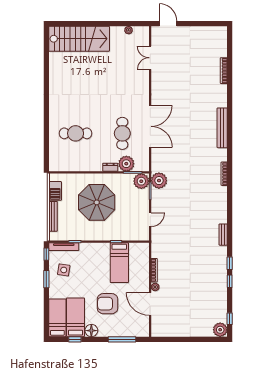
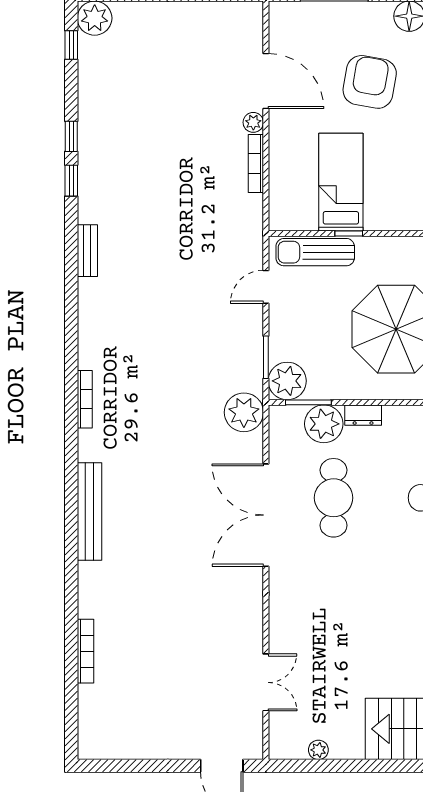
plant: (159, 181) -> (244, 412), moved
sun lounger: (130, 234) -> (315, 252), added
armchair: (108, 304) -> (370, 82), turned -80

